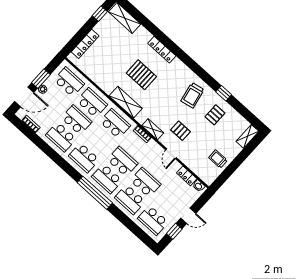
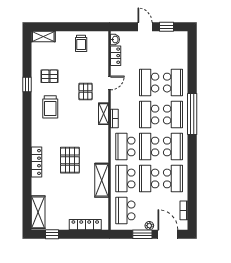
trolley: (192, 95) -> (50, 107), turned 101
shelving: (126, 102) -> (102, 180), moved
school desk: (153, 220) -> (149, 147), moved, turned 180

